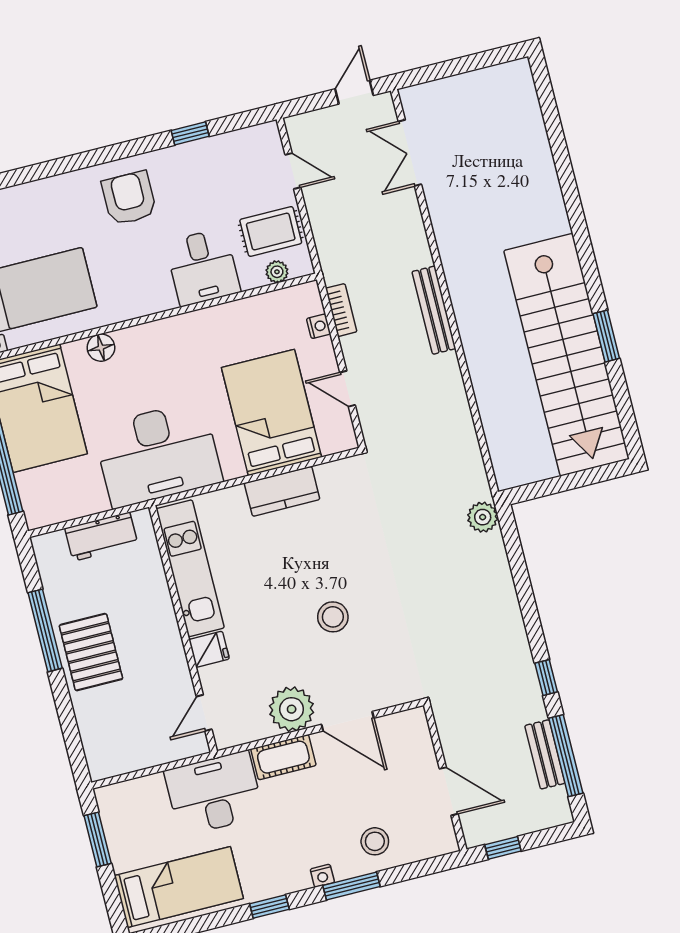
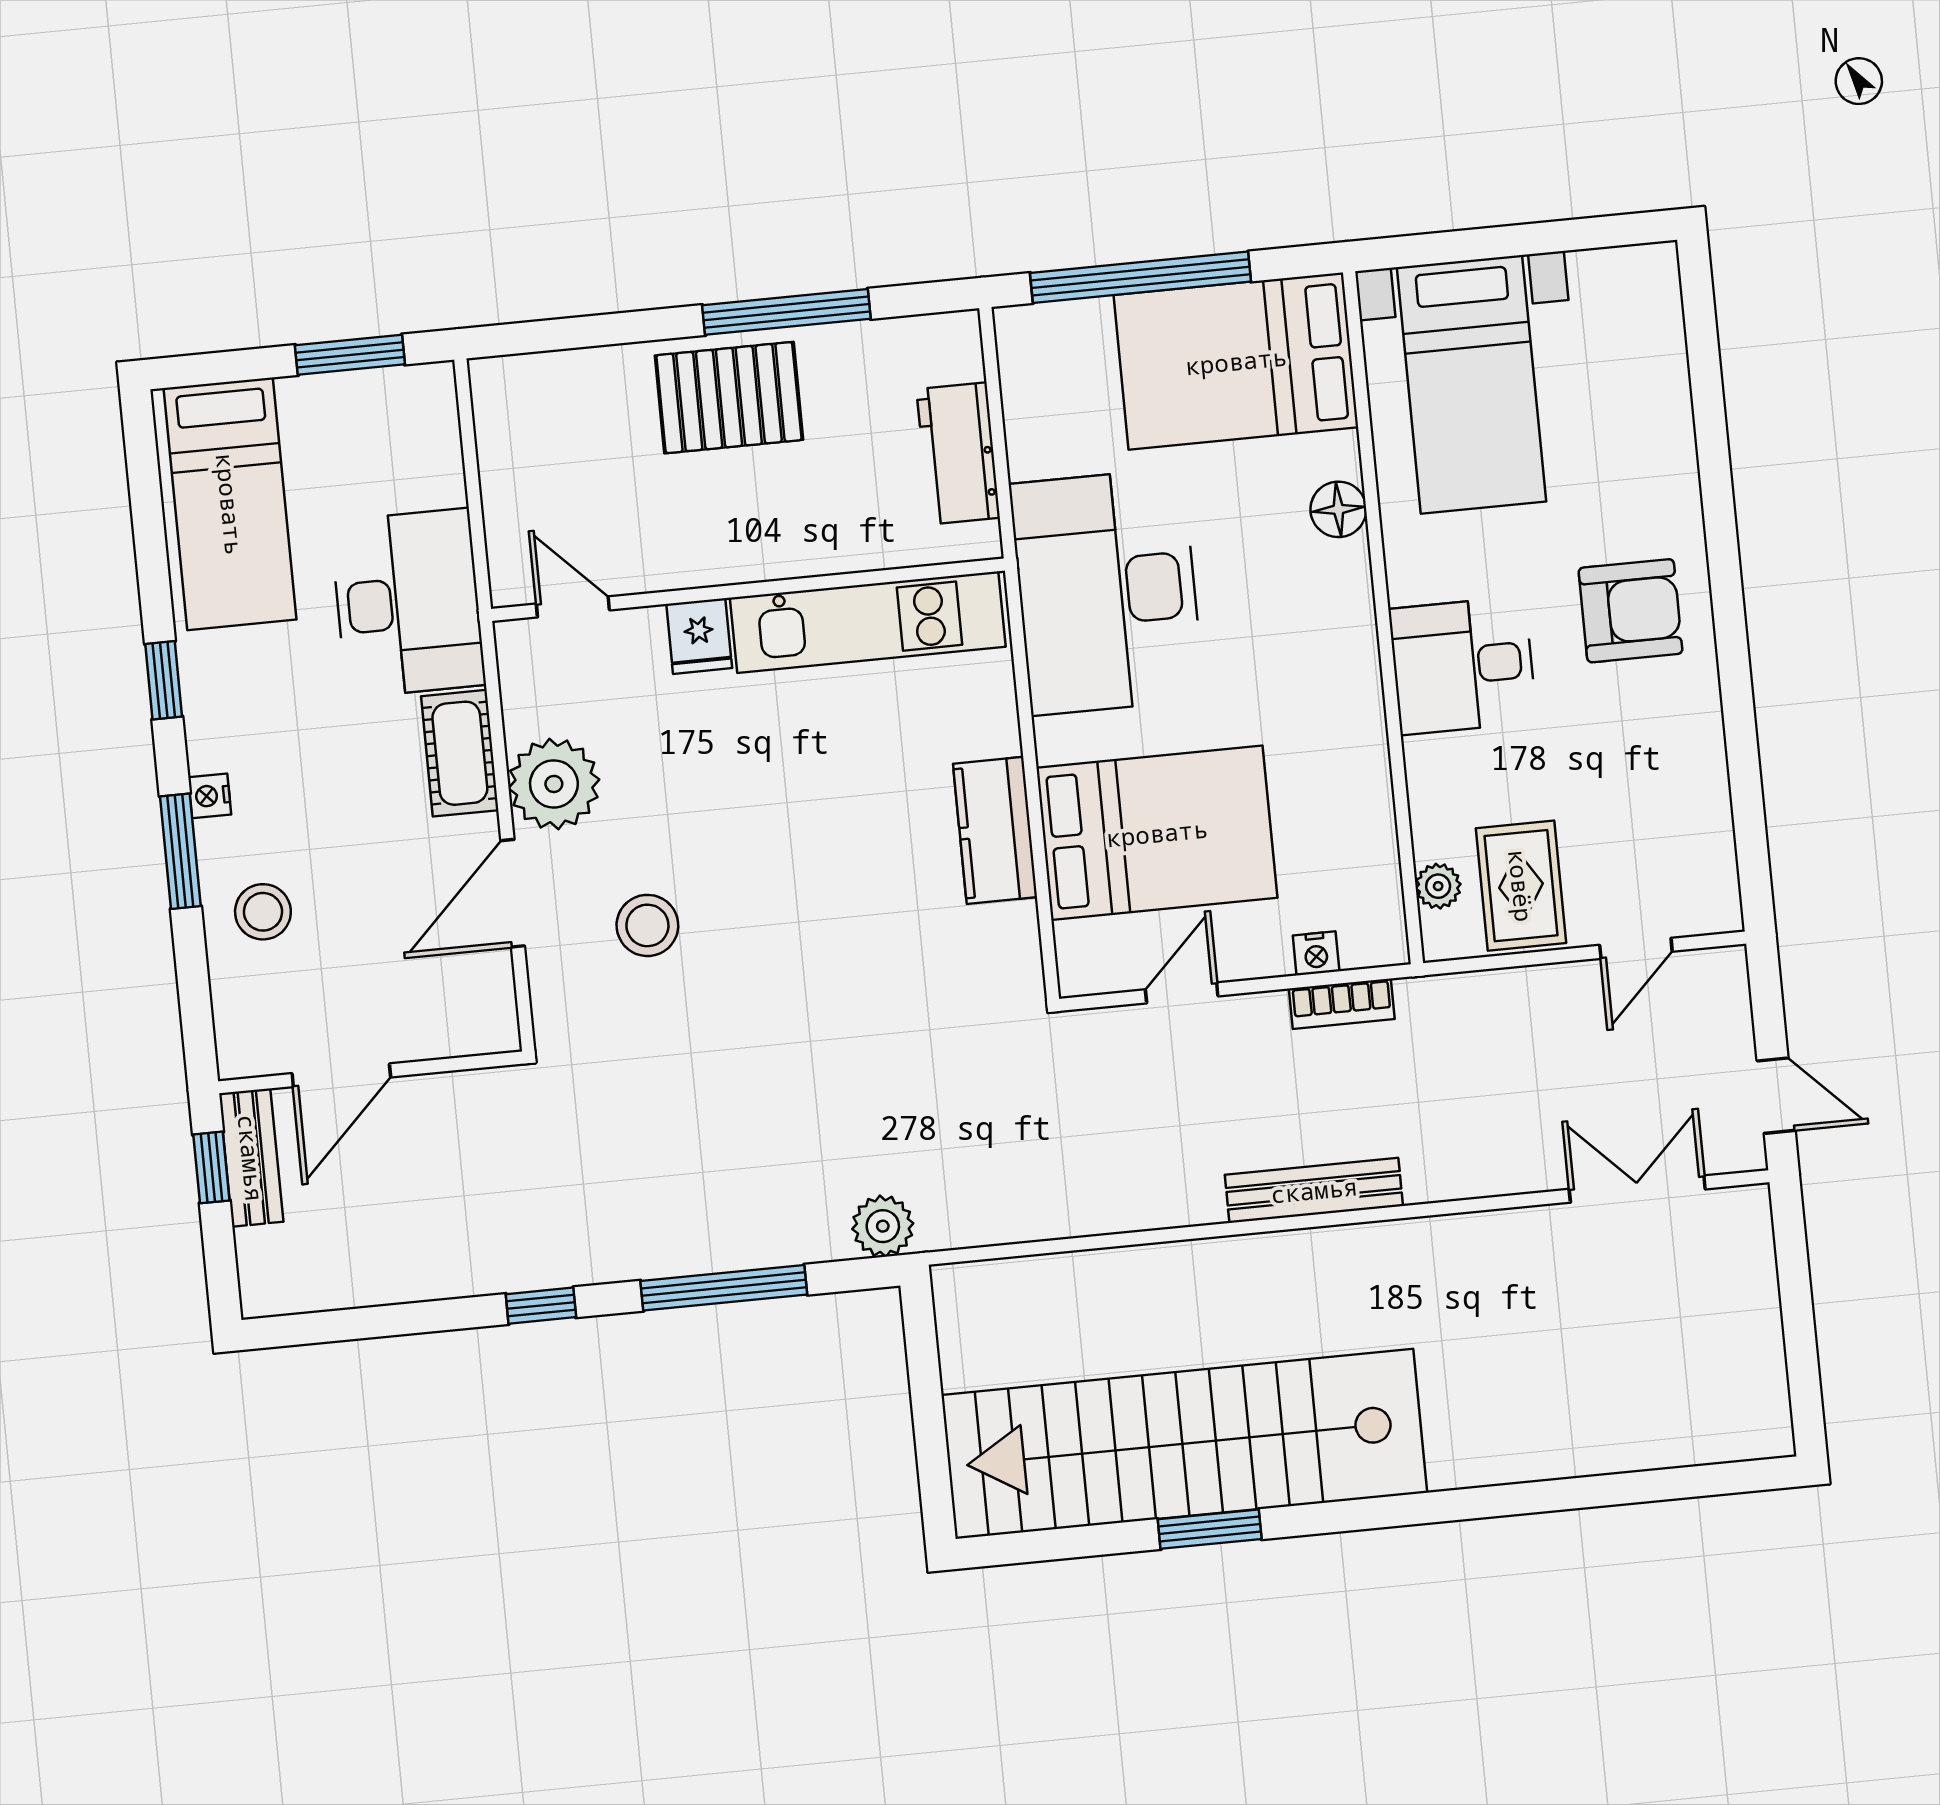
window: (190, 133) -> (1743, 753), removed
desk: (203, 267) -> (1463, 666), moved
stool: (333, 617) -> (647, 925), moved
bench: (545, 754) -> (251, 1158), moved, turned 90
window: (566, 756) -> (724, 1288), moved

